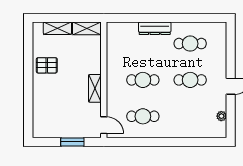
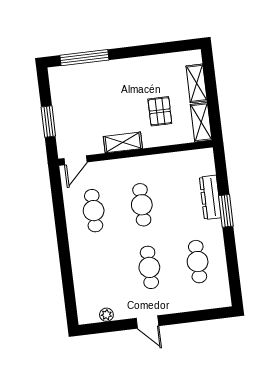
window: (155, 18) -> (226, 211), added
dresser: (155, 28) -> (210, 197), moved
pallet: (47, 65) -> (160, 111), moved
window: (28, 109) -> (84, 58), added

